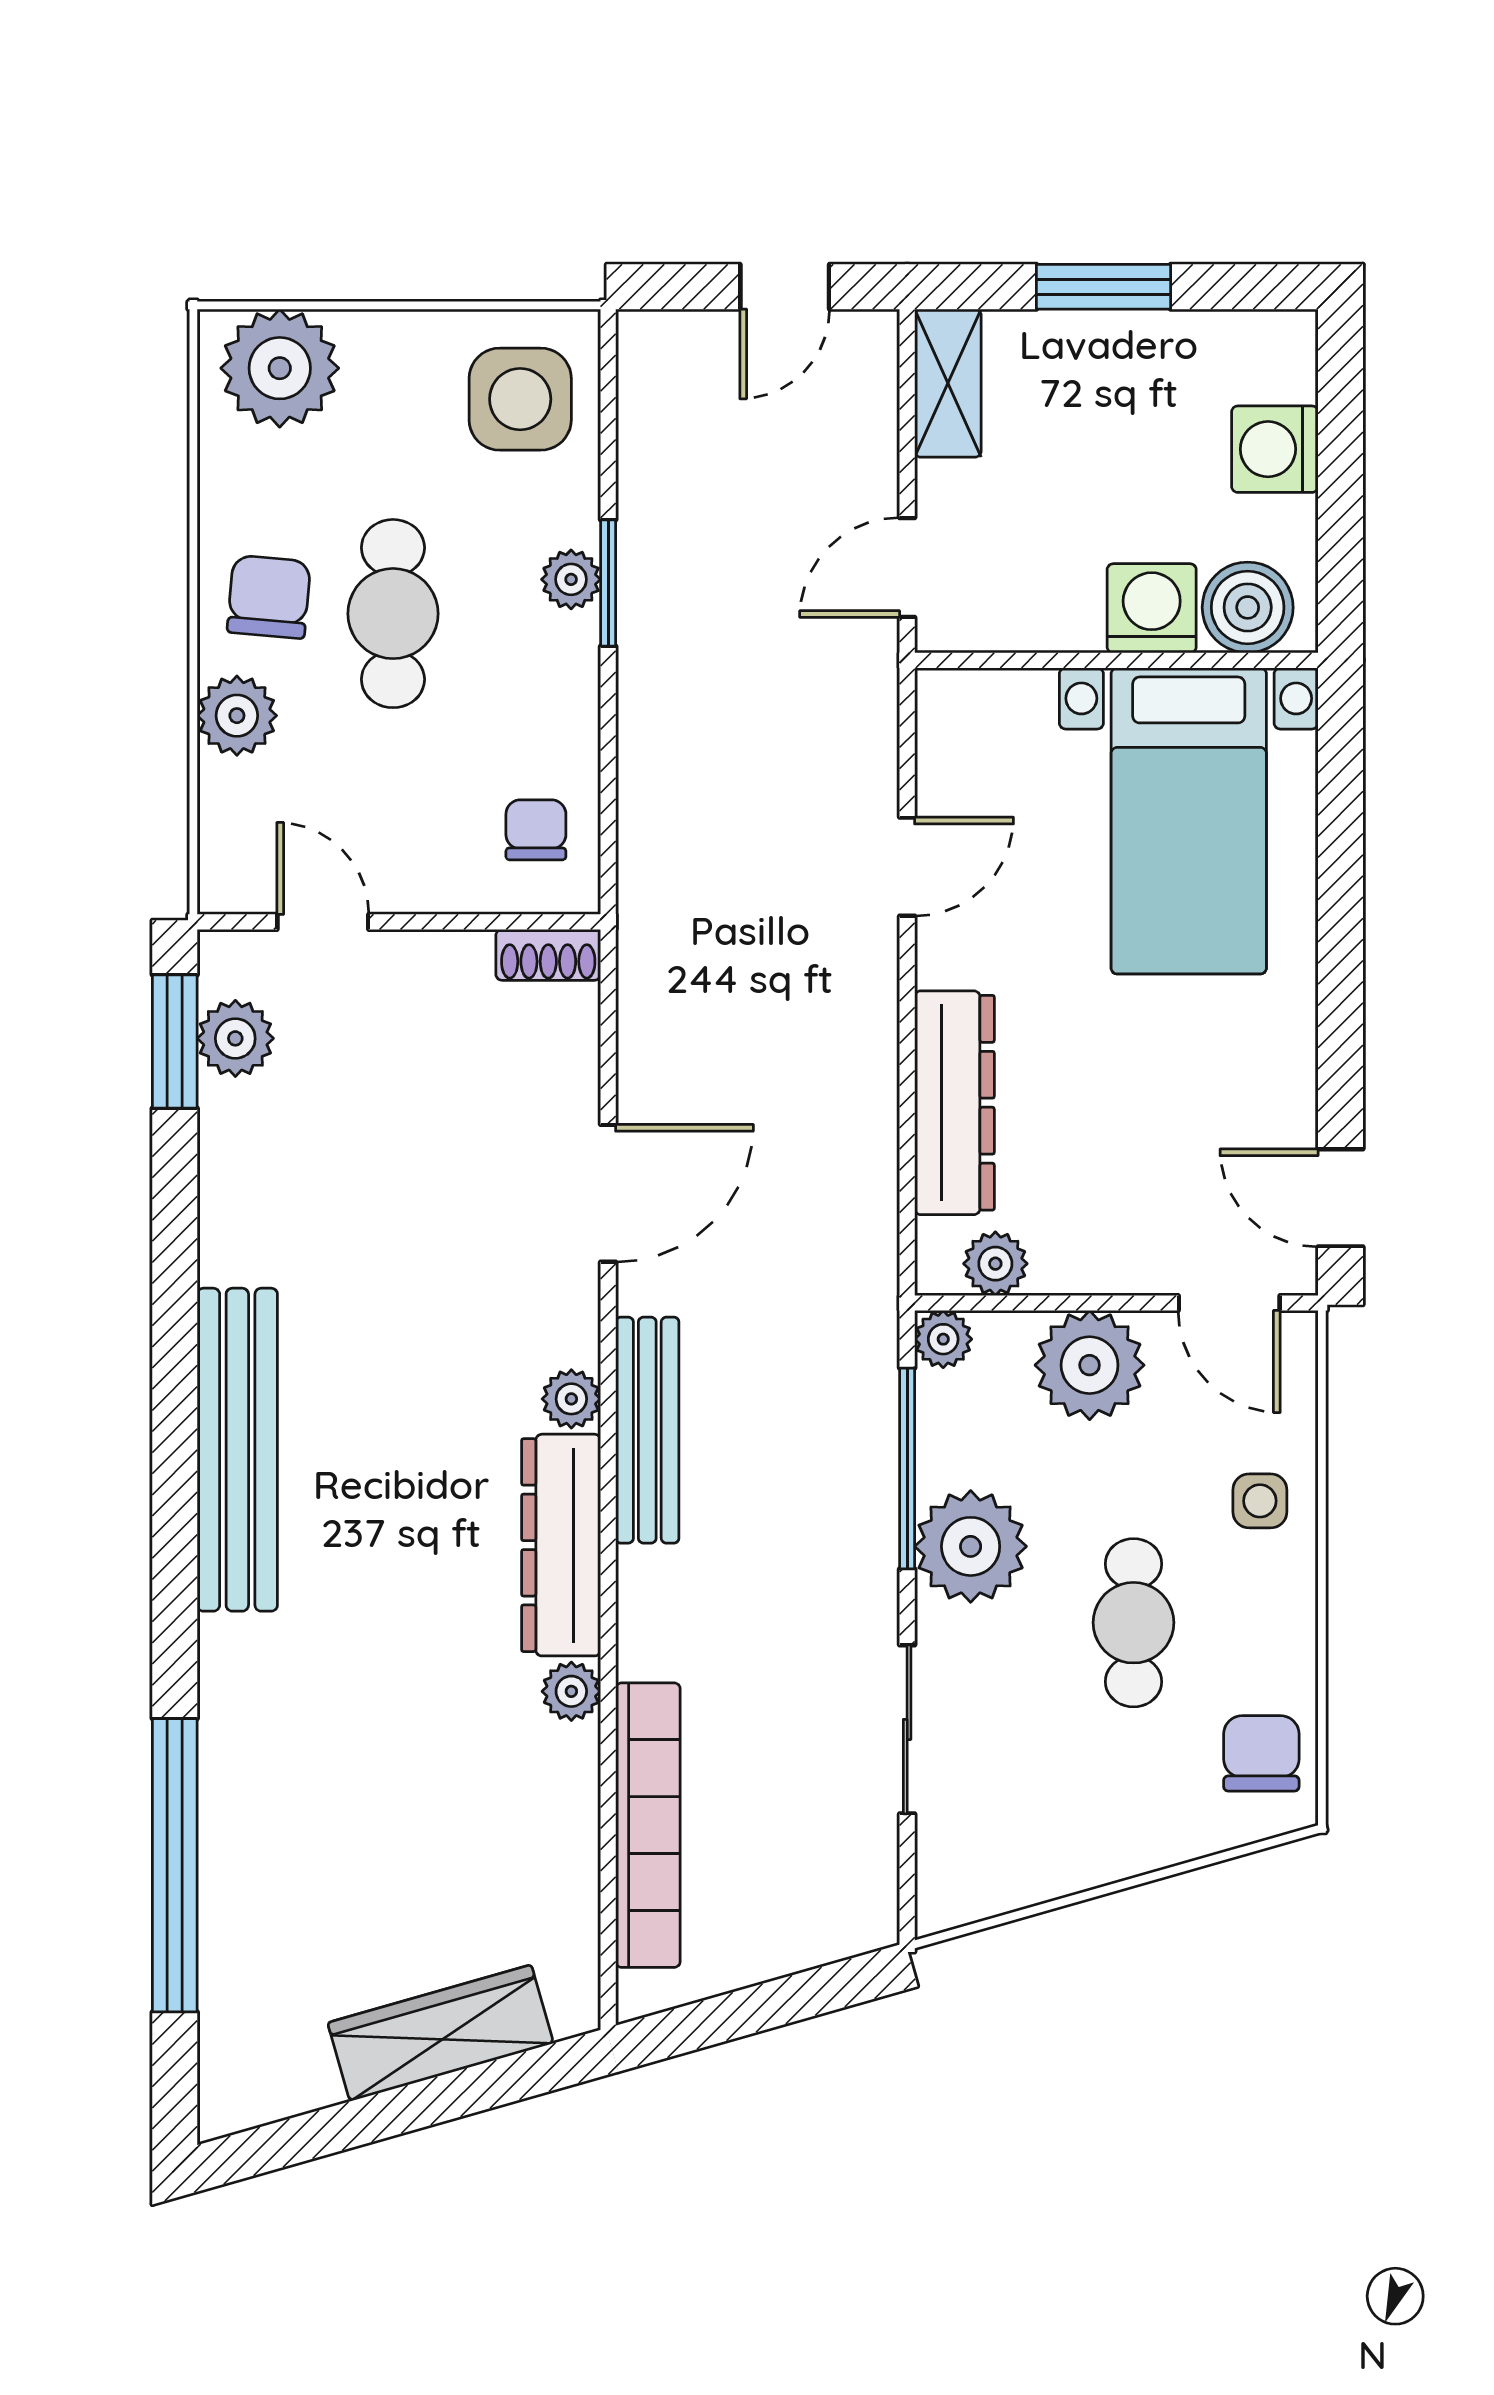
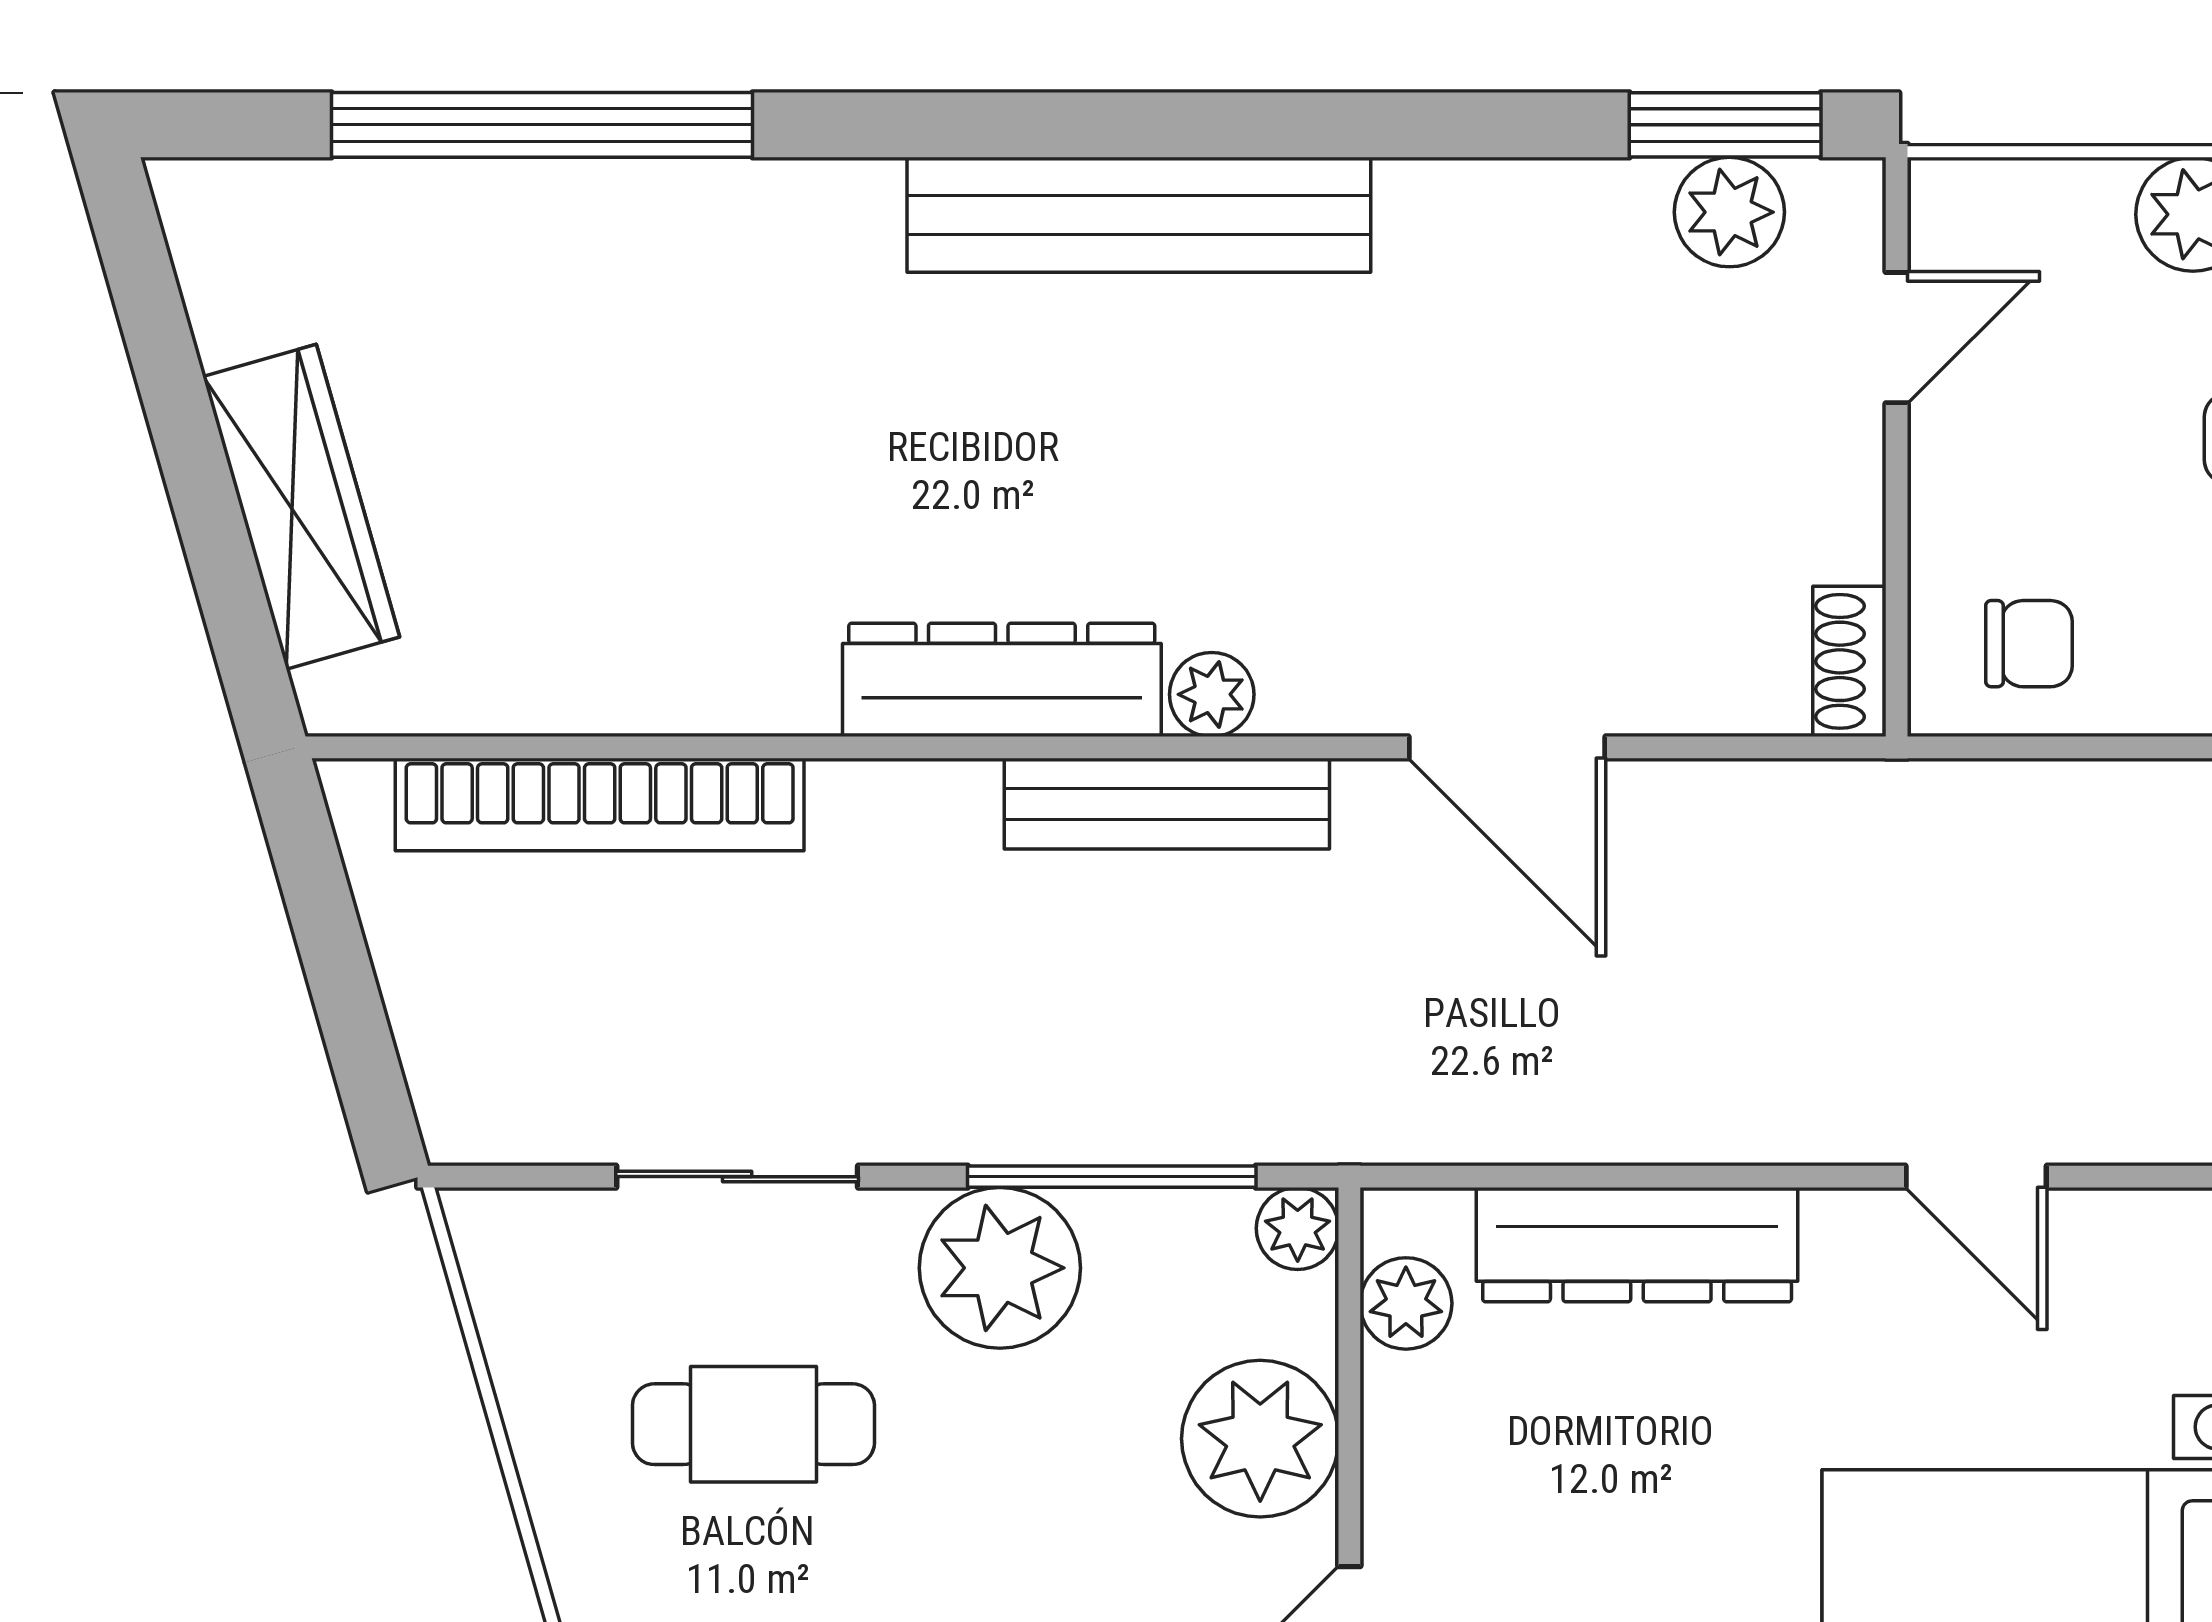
cafe table: (1133, 1623) -> (753, 1424), moved
plant: (571, 1691) -> (792, 694), removed

